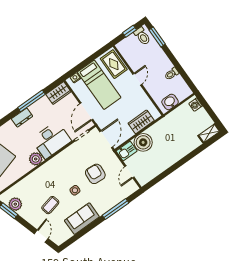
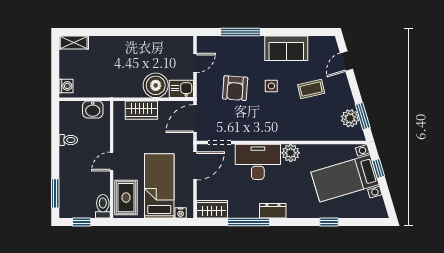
toilet: (142, 36) -> (103, 206), moved

